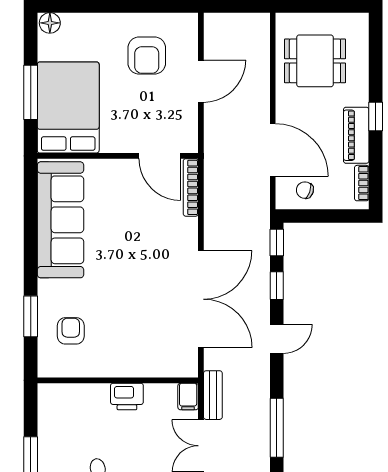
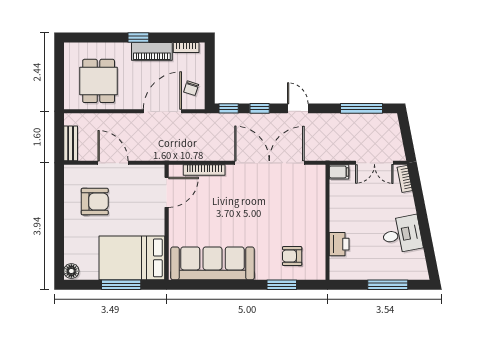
bookcase: (191, 187) -> (204, 170), moved
bench: (213, 395) -> (71, 143), moved, turned 90
printer: (127, 397) -> (339, 244), moved

